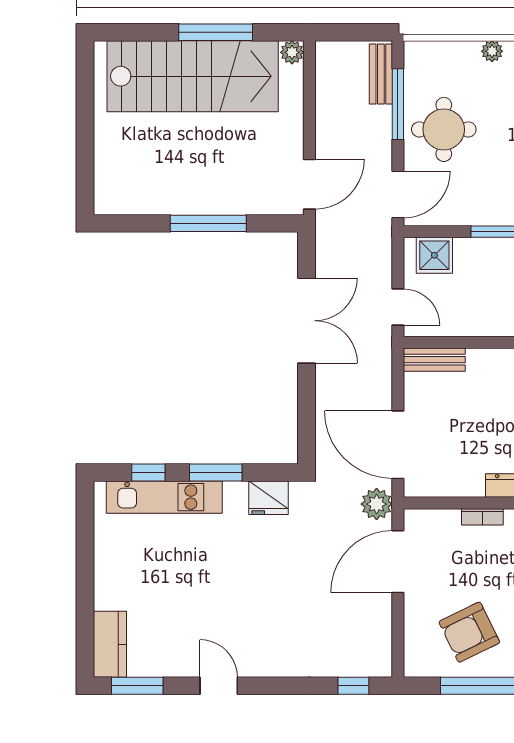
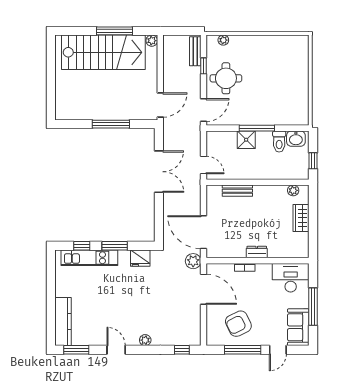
plant: (492, 51) -> (223, 40), moved
window: (398, 104) -> (204, 66), width x0.46
shower: (434, 255) -> (246, 140), moved
bench: (434, 360) -> (237, 191), moved
door: (398, 562) -> (204, 289), swing flipped
kitchen counter: (110, 644) -> (63, 322), width x1.50
plant: (278, 666) -> (145, 340), added

